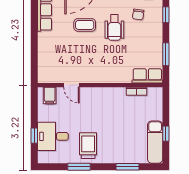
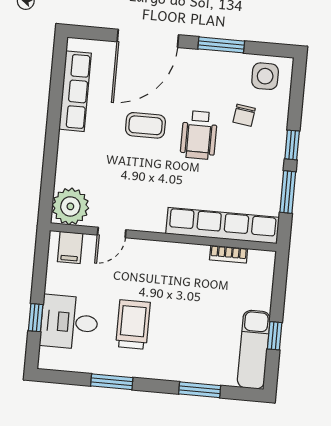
window: (166, 15) -> (292, 145), moved
plant: (48, 73) -> (70, 206), added
row of seats: (147, 76) -> (223, 226), width x2.02
door: (72, 85) -> (112, 232), hinge flipped
trolley: (88, 146) -> (133, 324), moved

